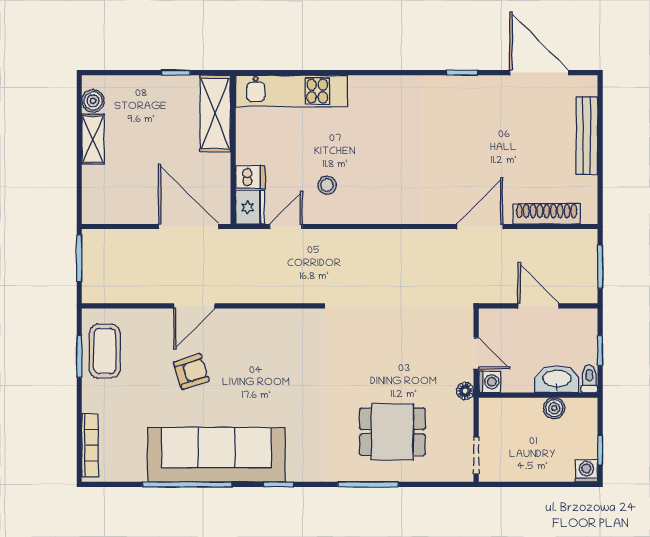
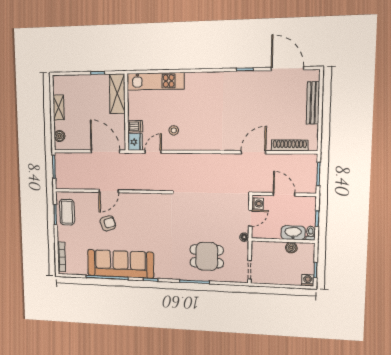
boiler: (93, 101) -> (59, 136), moved
door: (476, 353) -> (250, 218), hinge flipped
washing machine: (490, 382) -> (258, 204), moved

